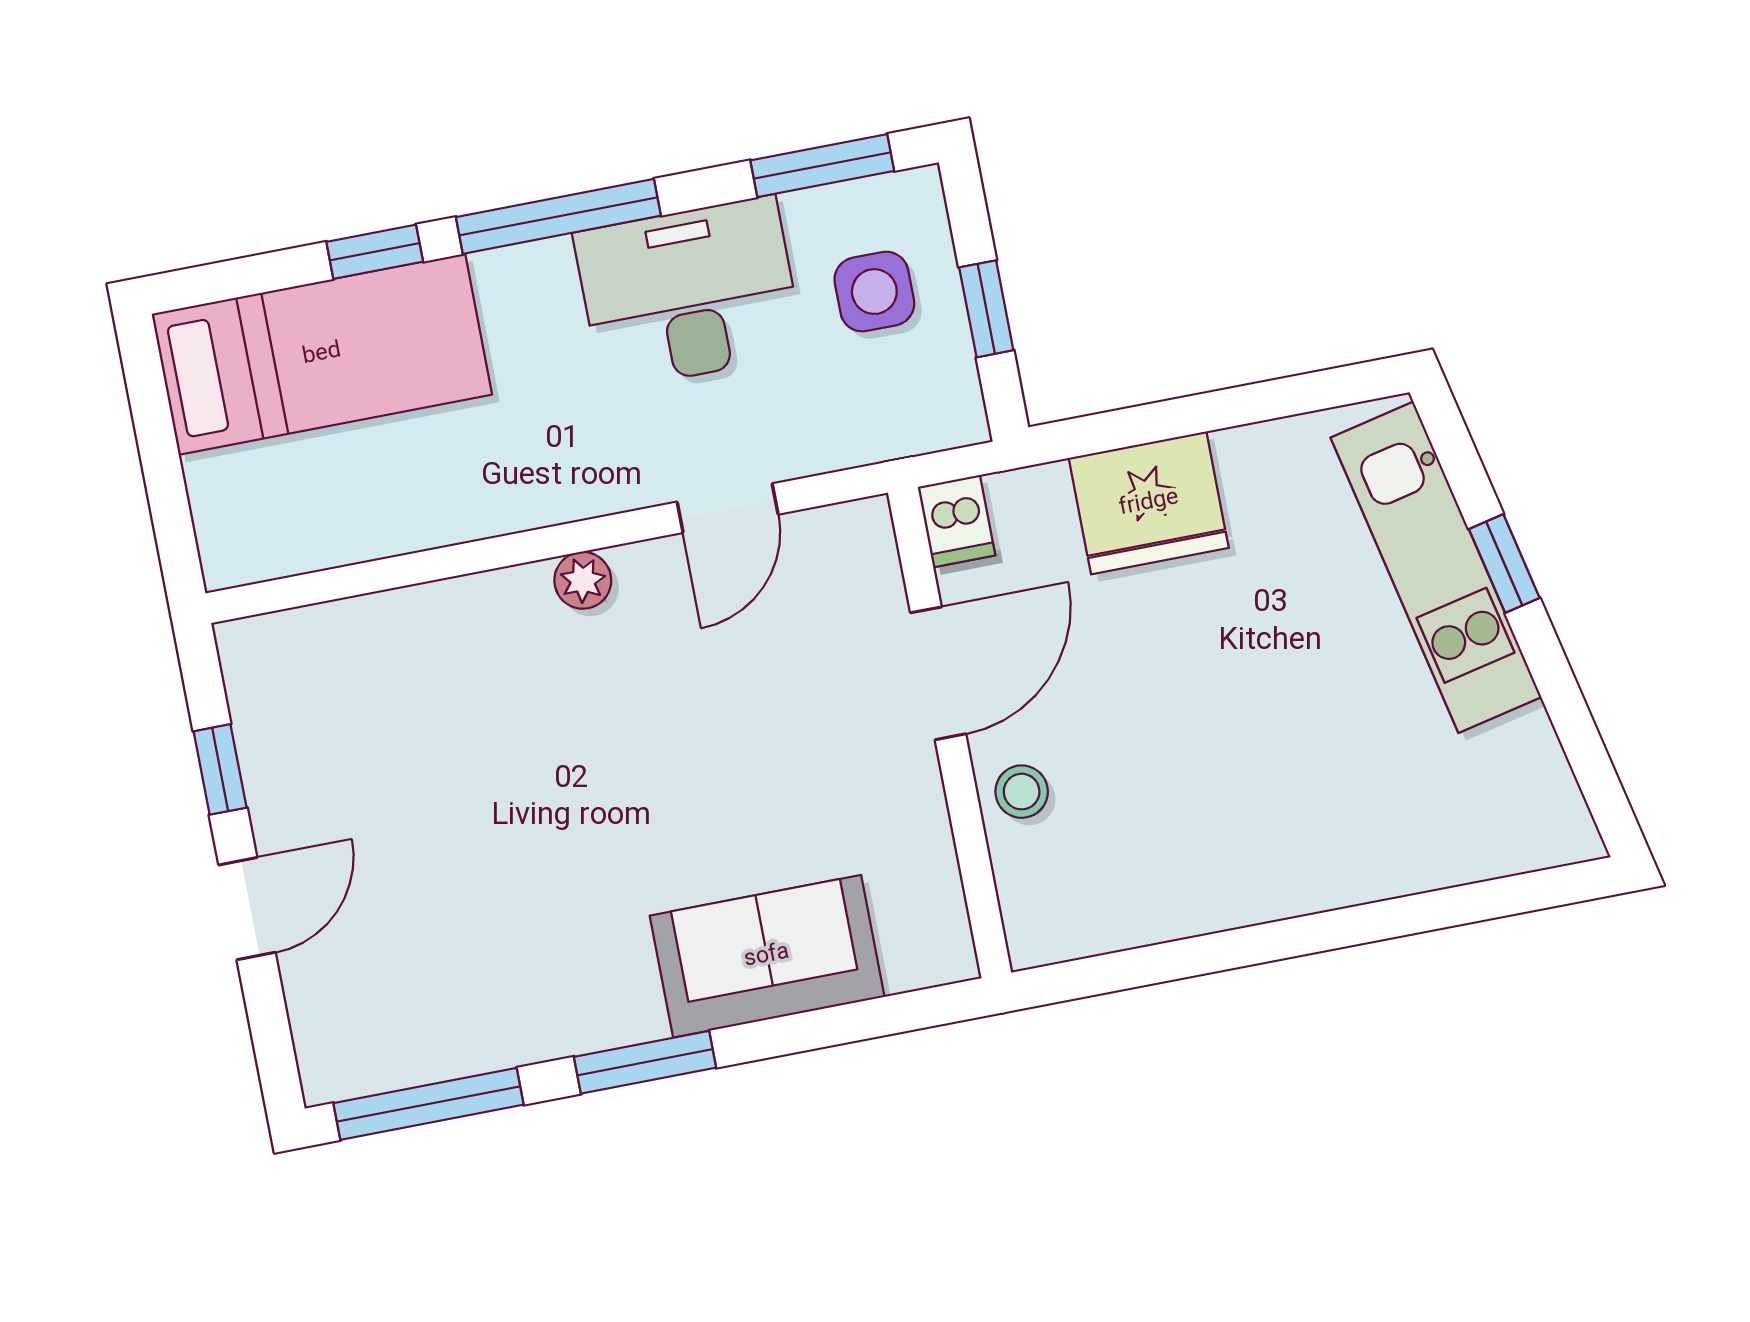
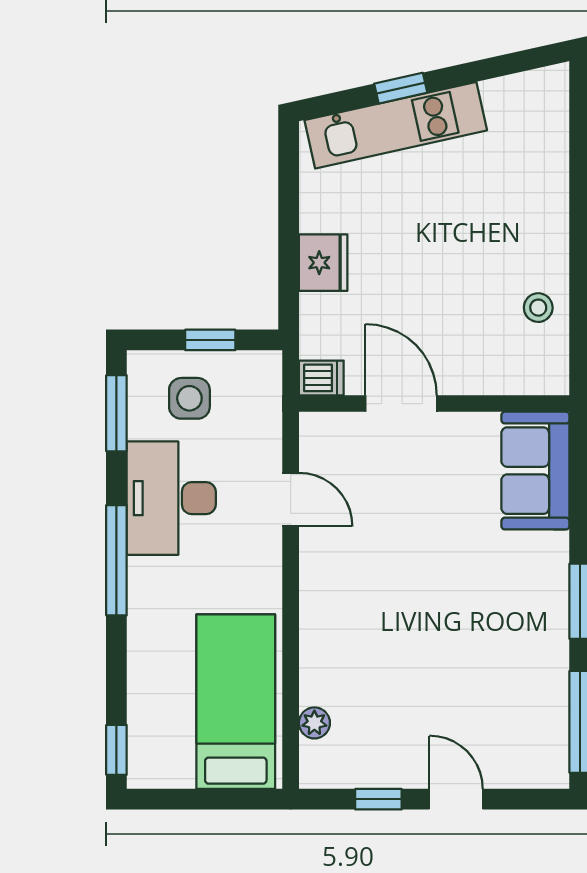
window: (375, 252) -> (116, 750), moved
bed: (322, 354) -> (236, 702), moved
fridge: (1149, 503) -> (323, 263), width x0.73, depth x0.75
plant: (583, 580) -> (314, 723), moved
stool: (1022, 792) -> (538, 308), moved
sofa: (767, 956) -> (535, 471), moved

